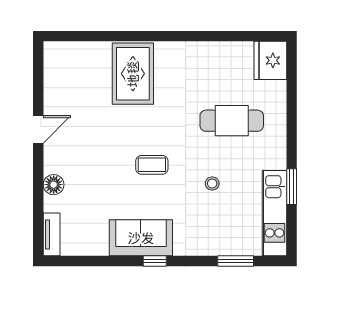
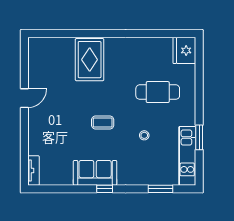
floor lamp: (54, 185) -> (35, 136), removed

